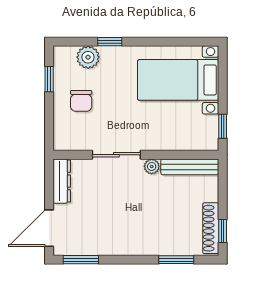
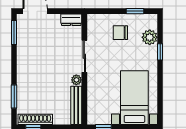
dresser: (62, 181) -> (71, 20), width x0.70

